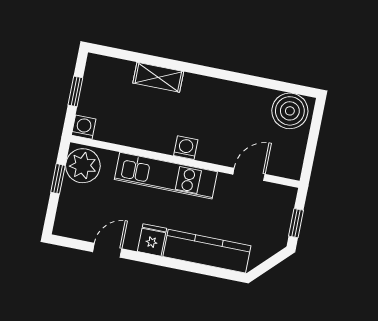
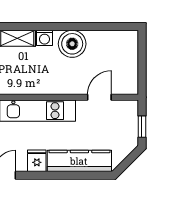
boiler: (290, 111) -> (72, 44), moved
washing machine: (186, 148) -> (44, 38), moved, turned 180

